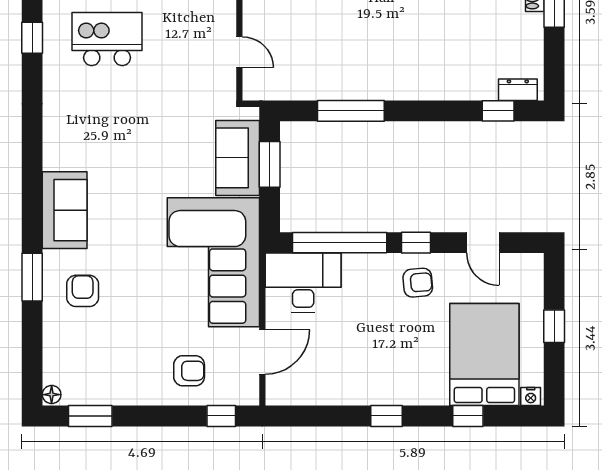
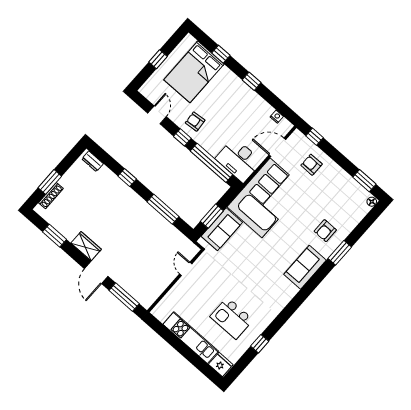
window: (498, 111) -> (127, 178), moved
nightstand: (531, 397) -> (277, 117), moved

